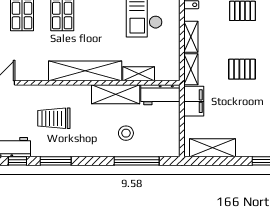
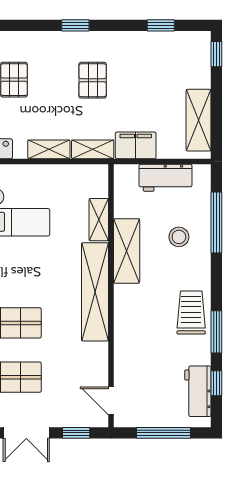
workbench: (160, 95) -> (165, 178), moved, turned 90
trolley: (54, 118) -> (191, 313), moved, turned 180

